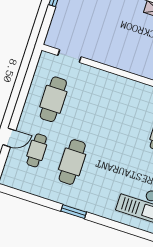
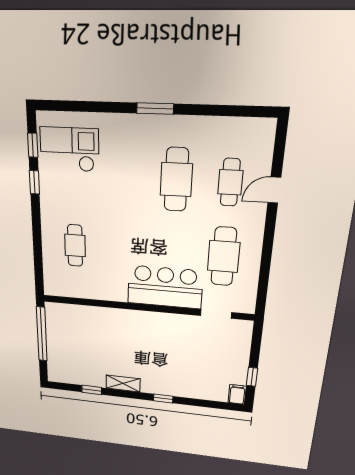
bar counter: (102, 86) -> (165, 287), added

